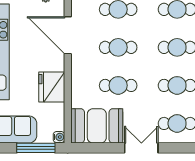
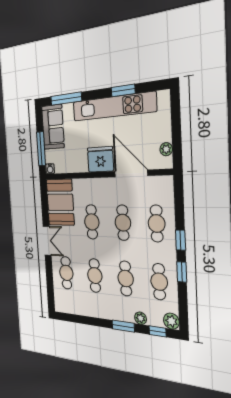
door: (68, 35) -> (131, 173), hinge flipped
fridge: (52, 87) -> (100, 159), moved

